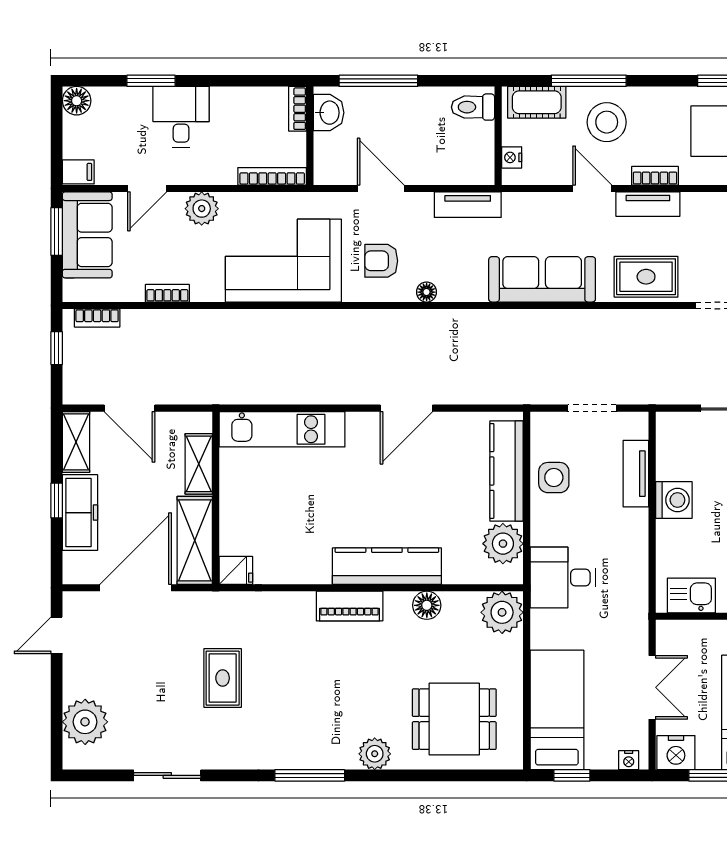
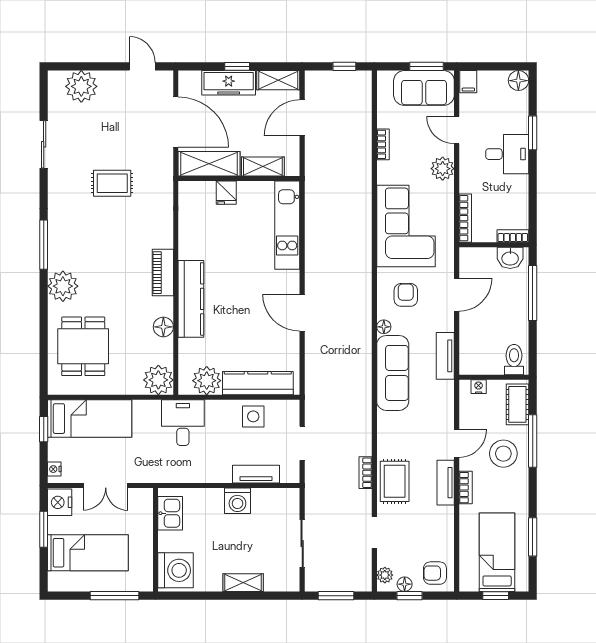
sofa: (542, 279) -> (393, 373), moved
bookcase: (97, 318) -> (366, 473), moved
fridge: (236, 570) -> (226, 193), moved
plant: (375, 754) -> (63, 286), width x1.36, depth x1.36

